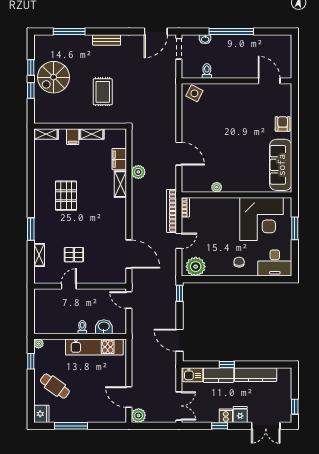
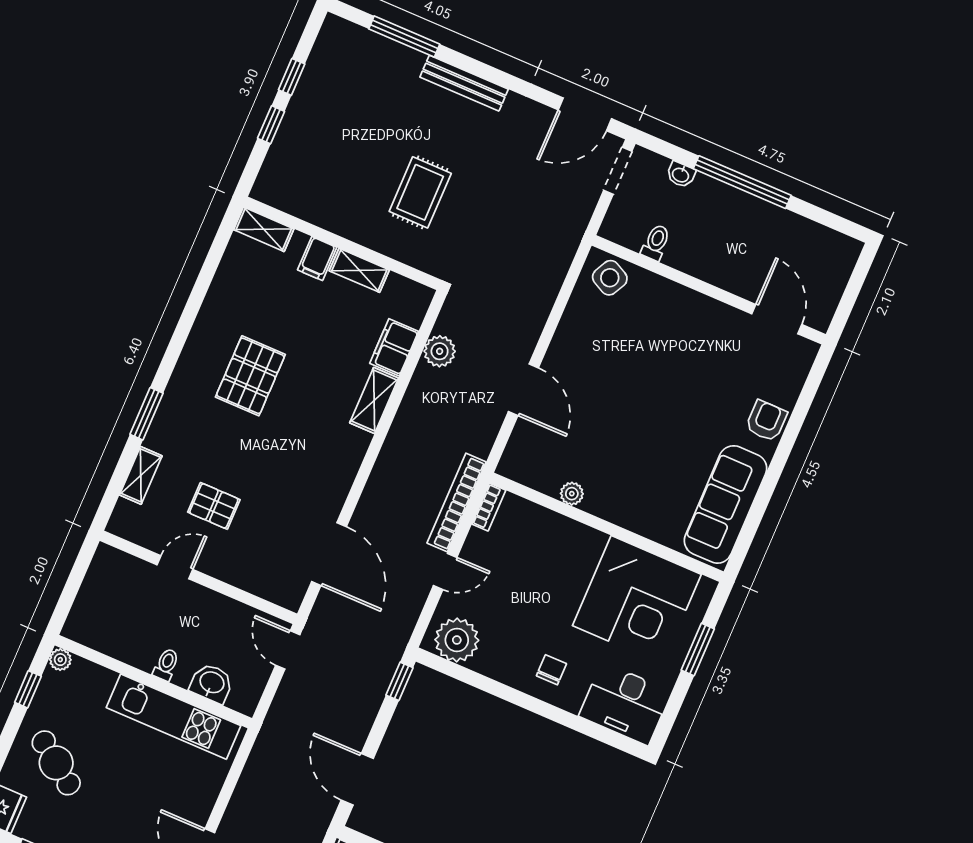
bench: (107, 40) -> (464, 83), width x1.36
spiral stairs: (54, 77) -> (331, 118), removed
plant: (138, 172) -> (440, 351), moved

